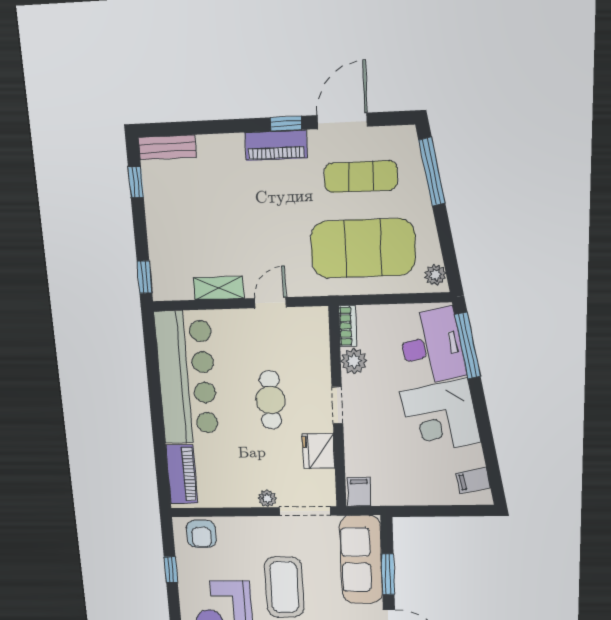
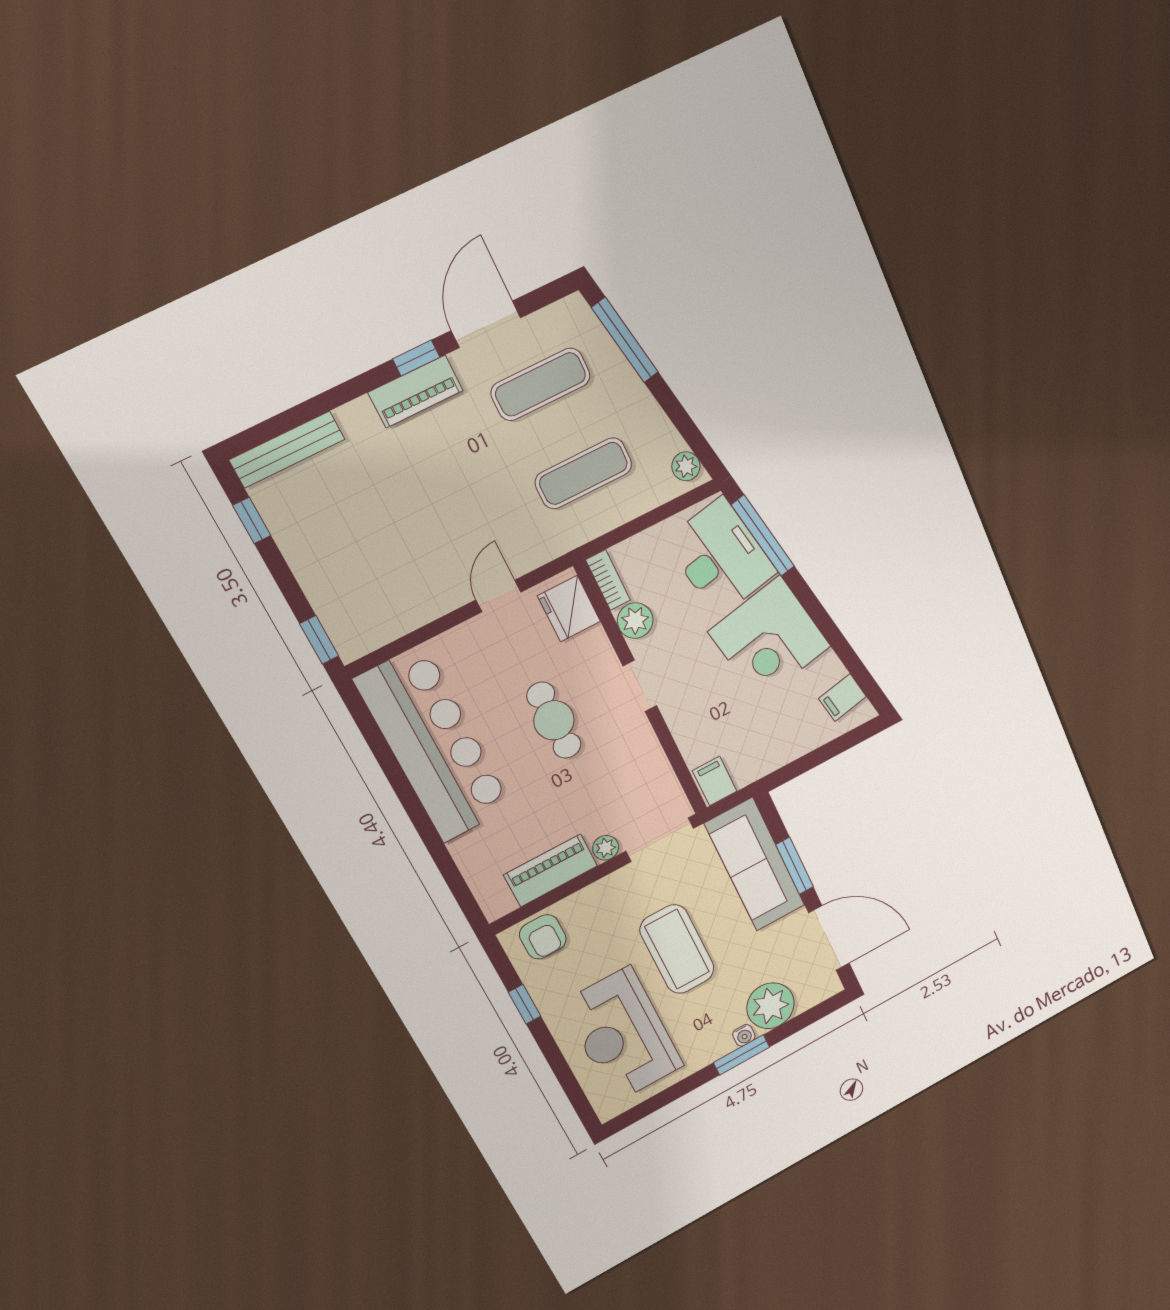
bench: (167, 147) -> (287, 450), width x1.36
exercise mat: (363, 248) -> (584, 473), width x0.50, depth x0.69
shelving: (219, 288) -> (423, 609), removed
fridge: (319, 451) -> (569, 609), moved
piano: (182, 474) -> (551, 870), moved, turned -90

